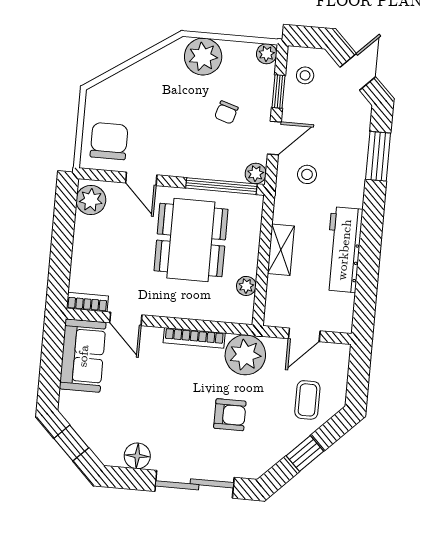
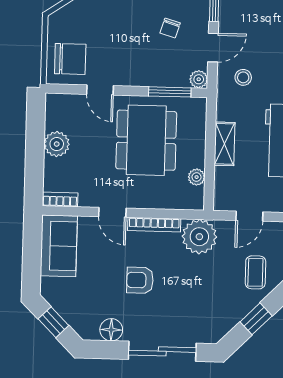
chair: (109, 141) -> (70, 59), turned 90
window: (221, 186) -> (170, 92), width x0.69
plant: (91, 200) -> (57, 144), moved
door: (126, 319) -> (112, 212), moved
armchair: (230, 415) -> (140, 280), moved, turned 180

